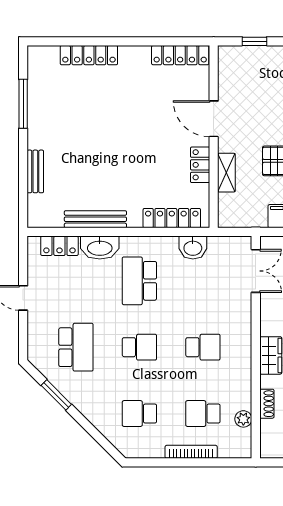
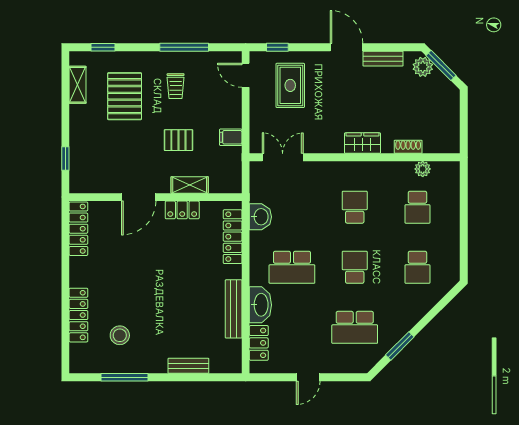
stool: (68, 99) -> (120, 335), added
school desk: (76, 347) -> (355, 327), turned 180
bookcase: (191, 452) -> (454, 218), removed

